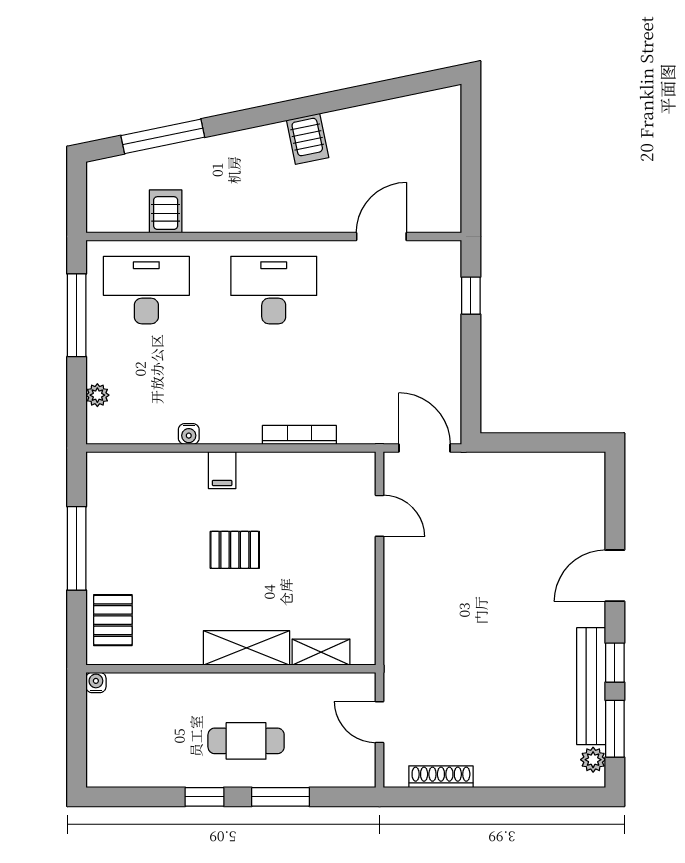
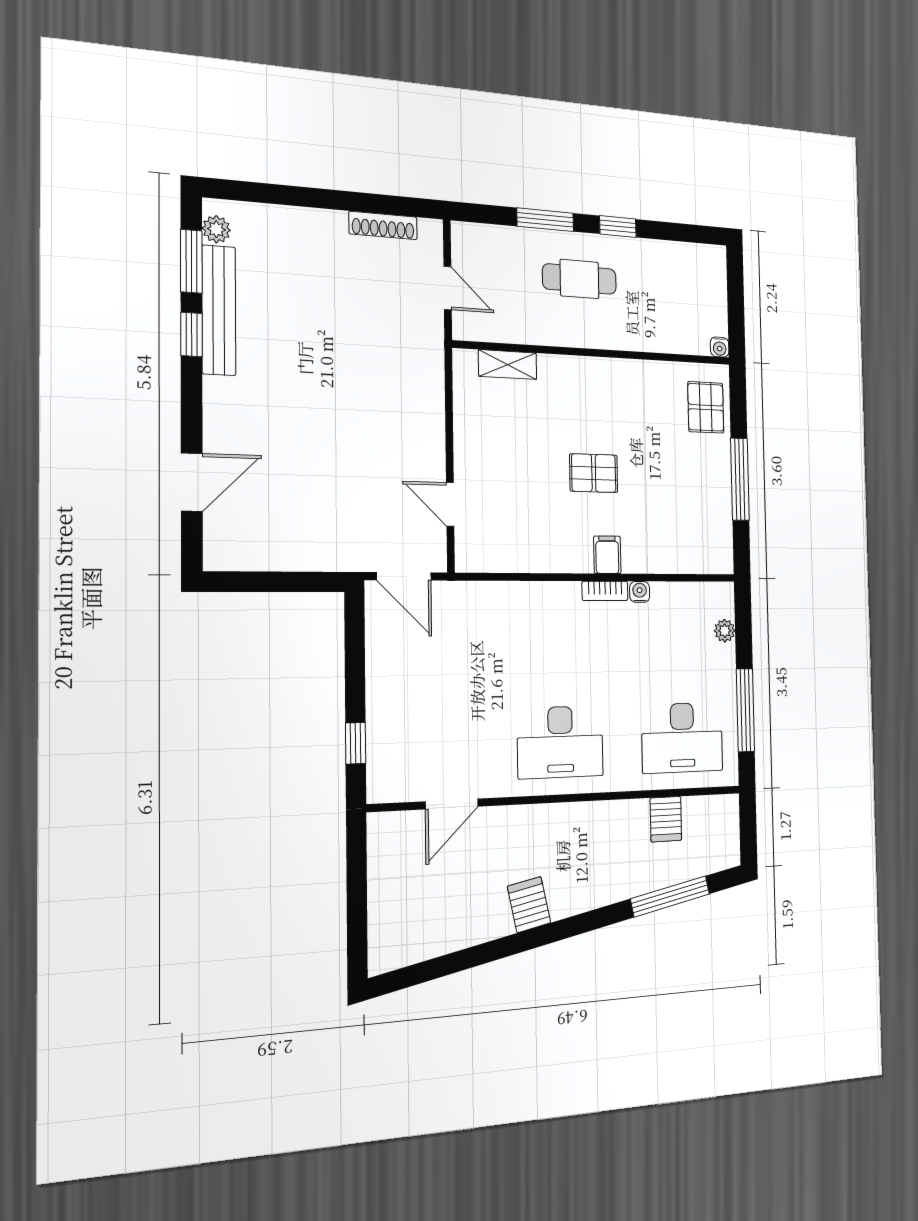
bookcase: (299, 435) -> (605, 591), moved, width x0.64
door: (615, 576) -> (192, 482), moved
shelving: (247, 648) -> (581, 373), removed

